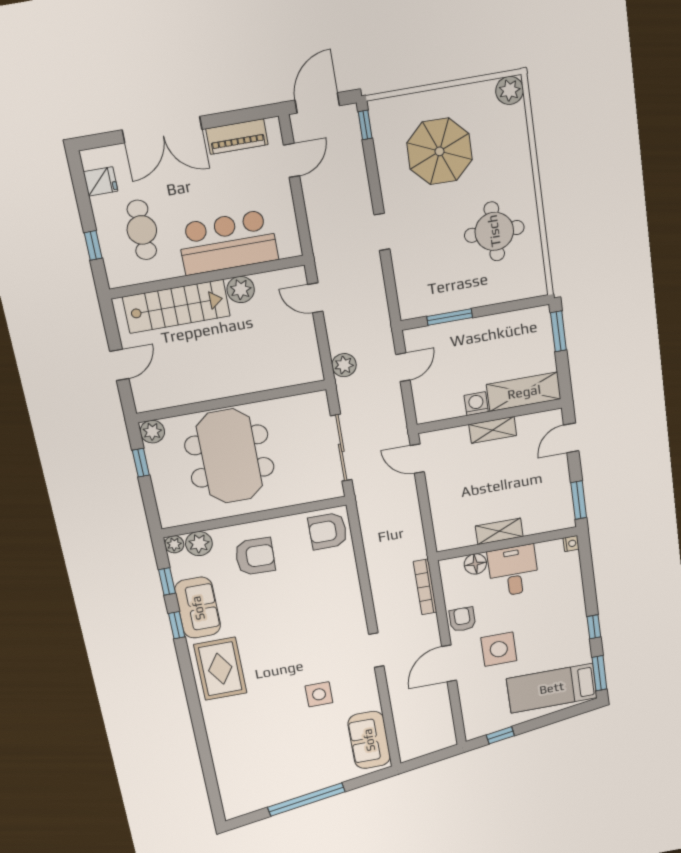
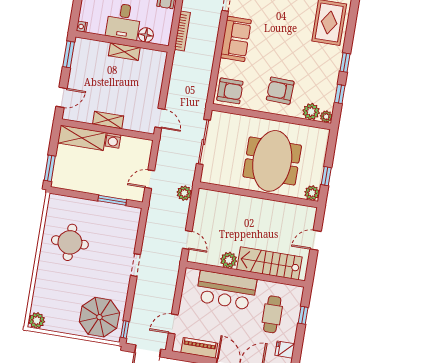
parasol: (440, 151) -> (99, 317), moved
sofa: (198, 608) -> (236, 39), moved, turned 180

